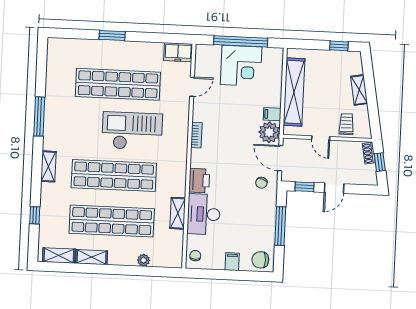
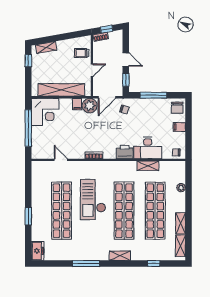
freezer: (178, 52) -> (38, 251), moved
corner desk: (241, 66) -> (45, 112), moved, turned 90
shelving: (359, 90) -> (46, 47), moved

